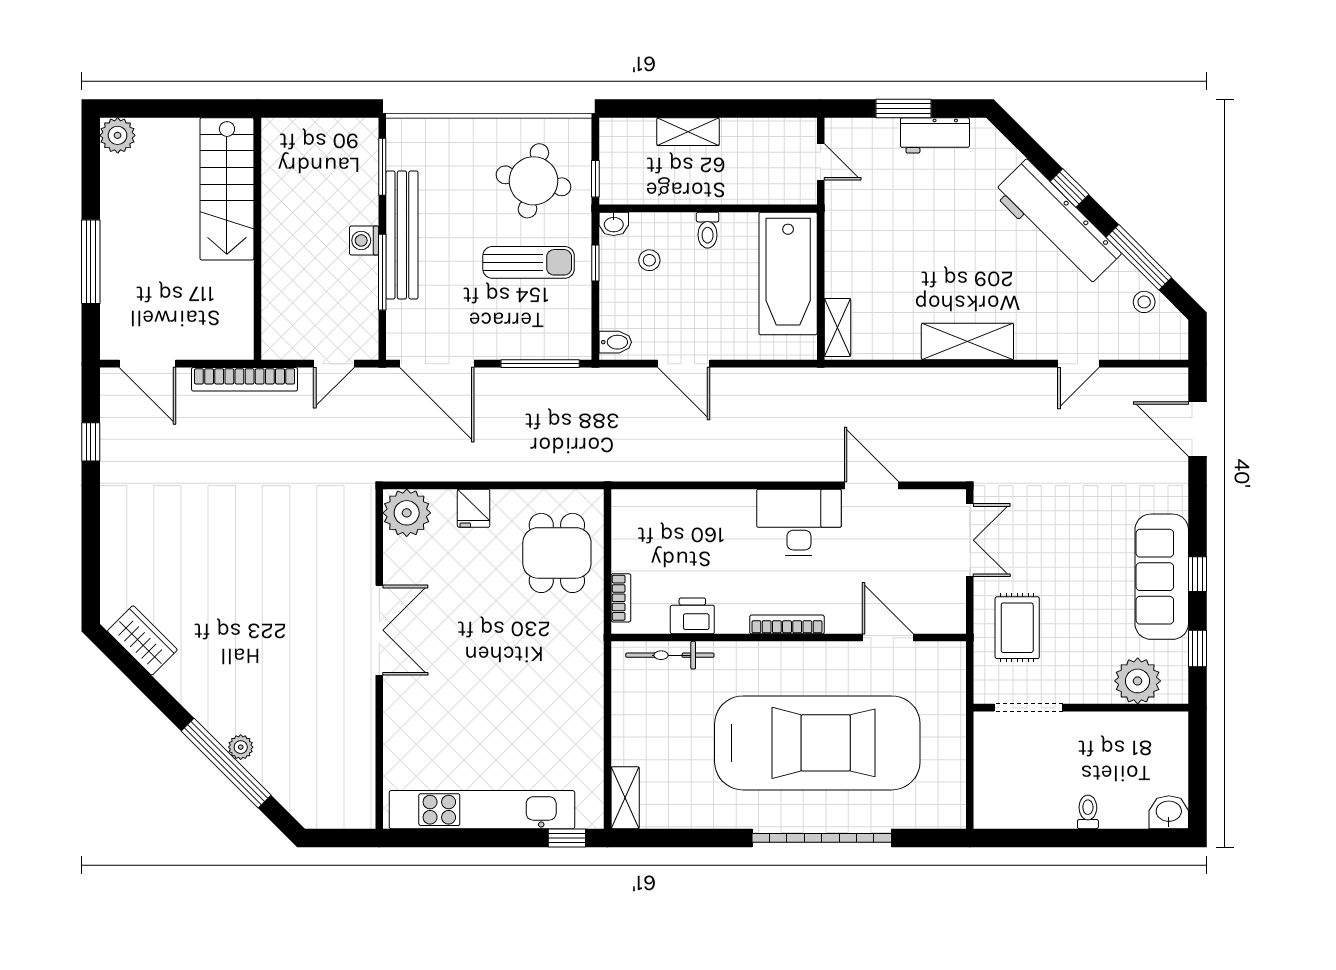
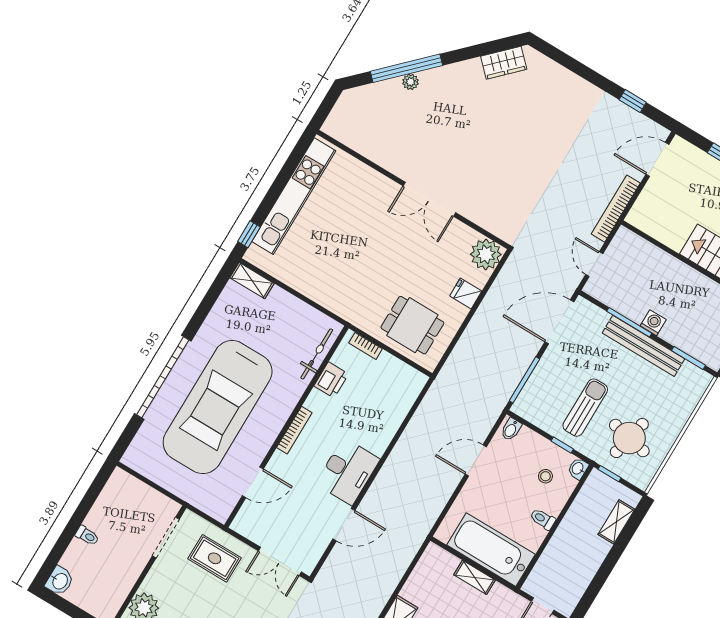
shelving: (688, 132) -> (616, 522), moved
sun lounger: (529, 262) -> (585, 408), turned 180
shelving: (837, 327) -> (475, 577), moved

